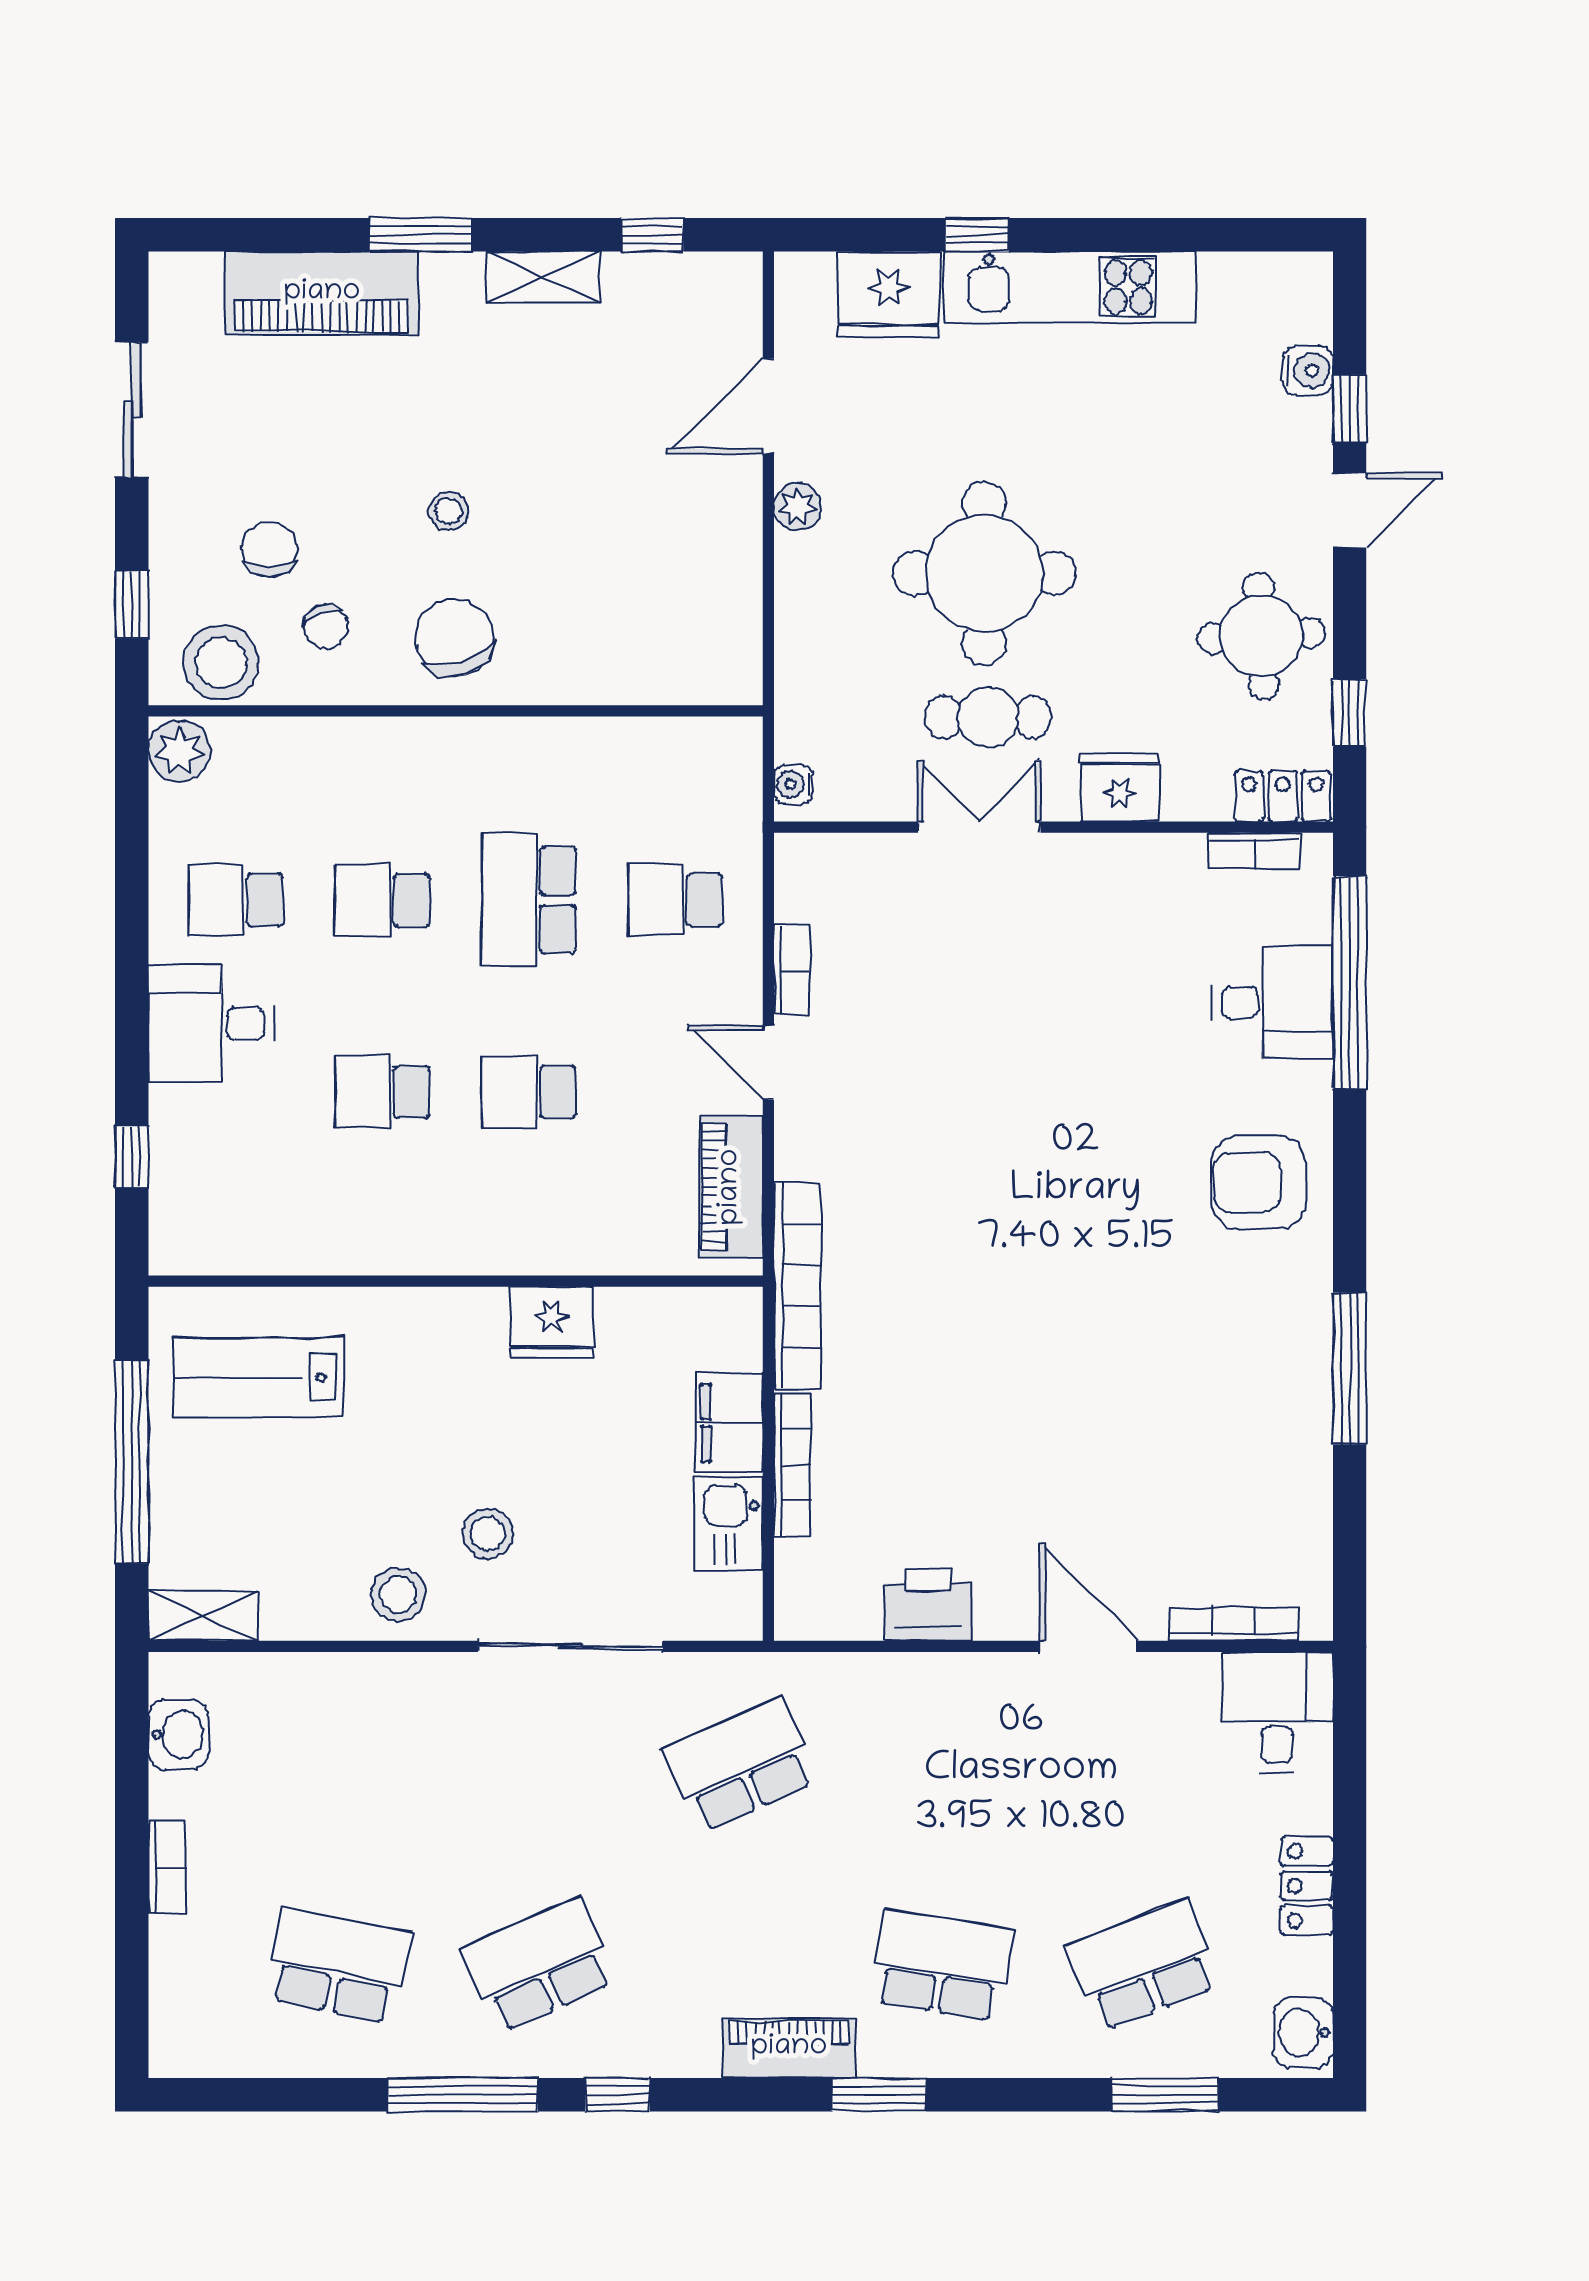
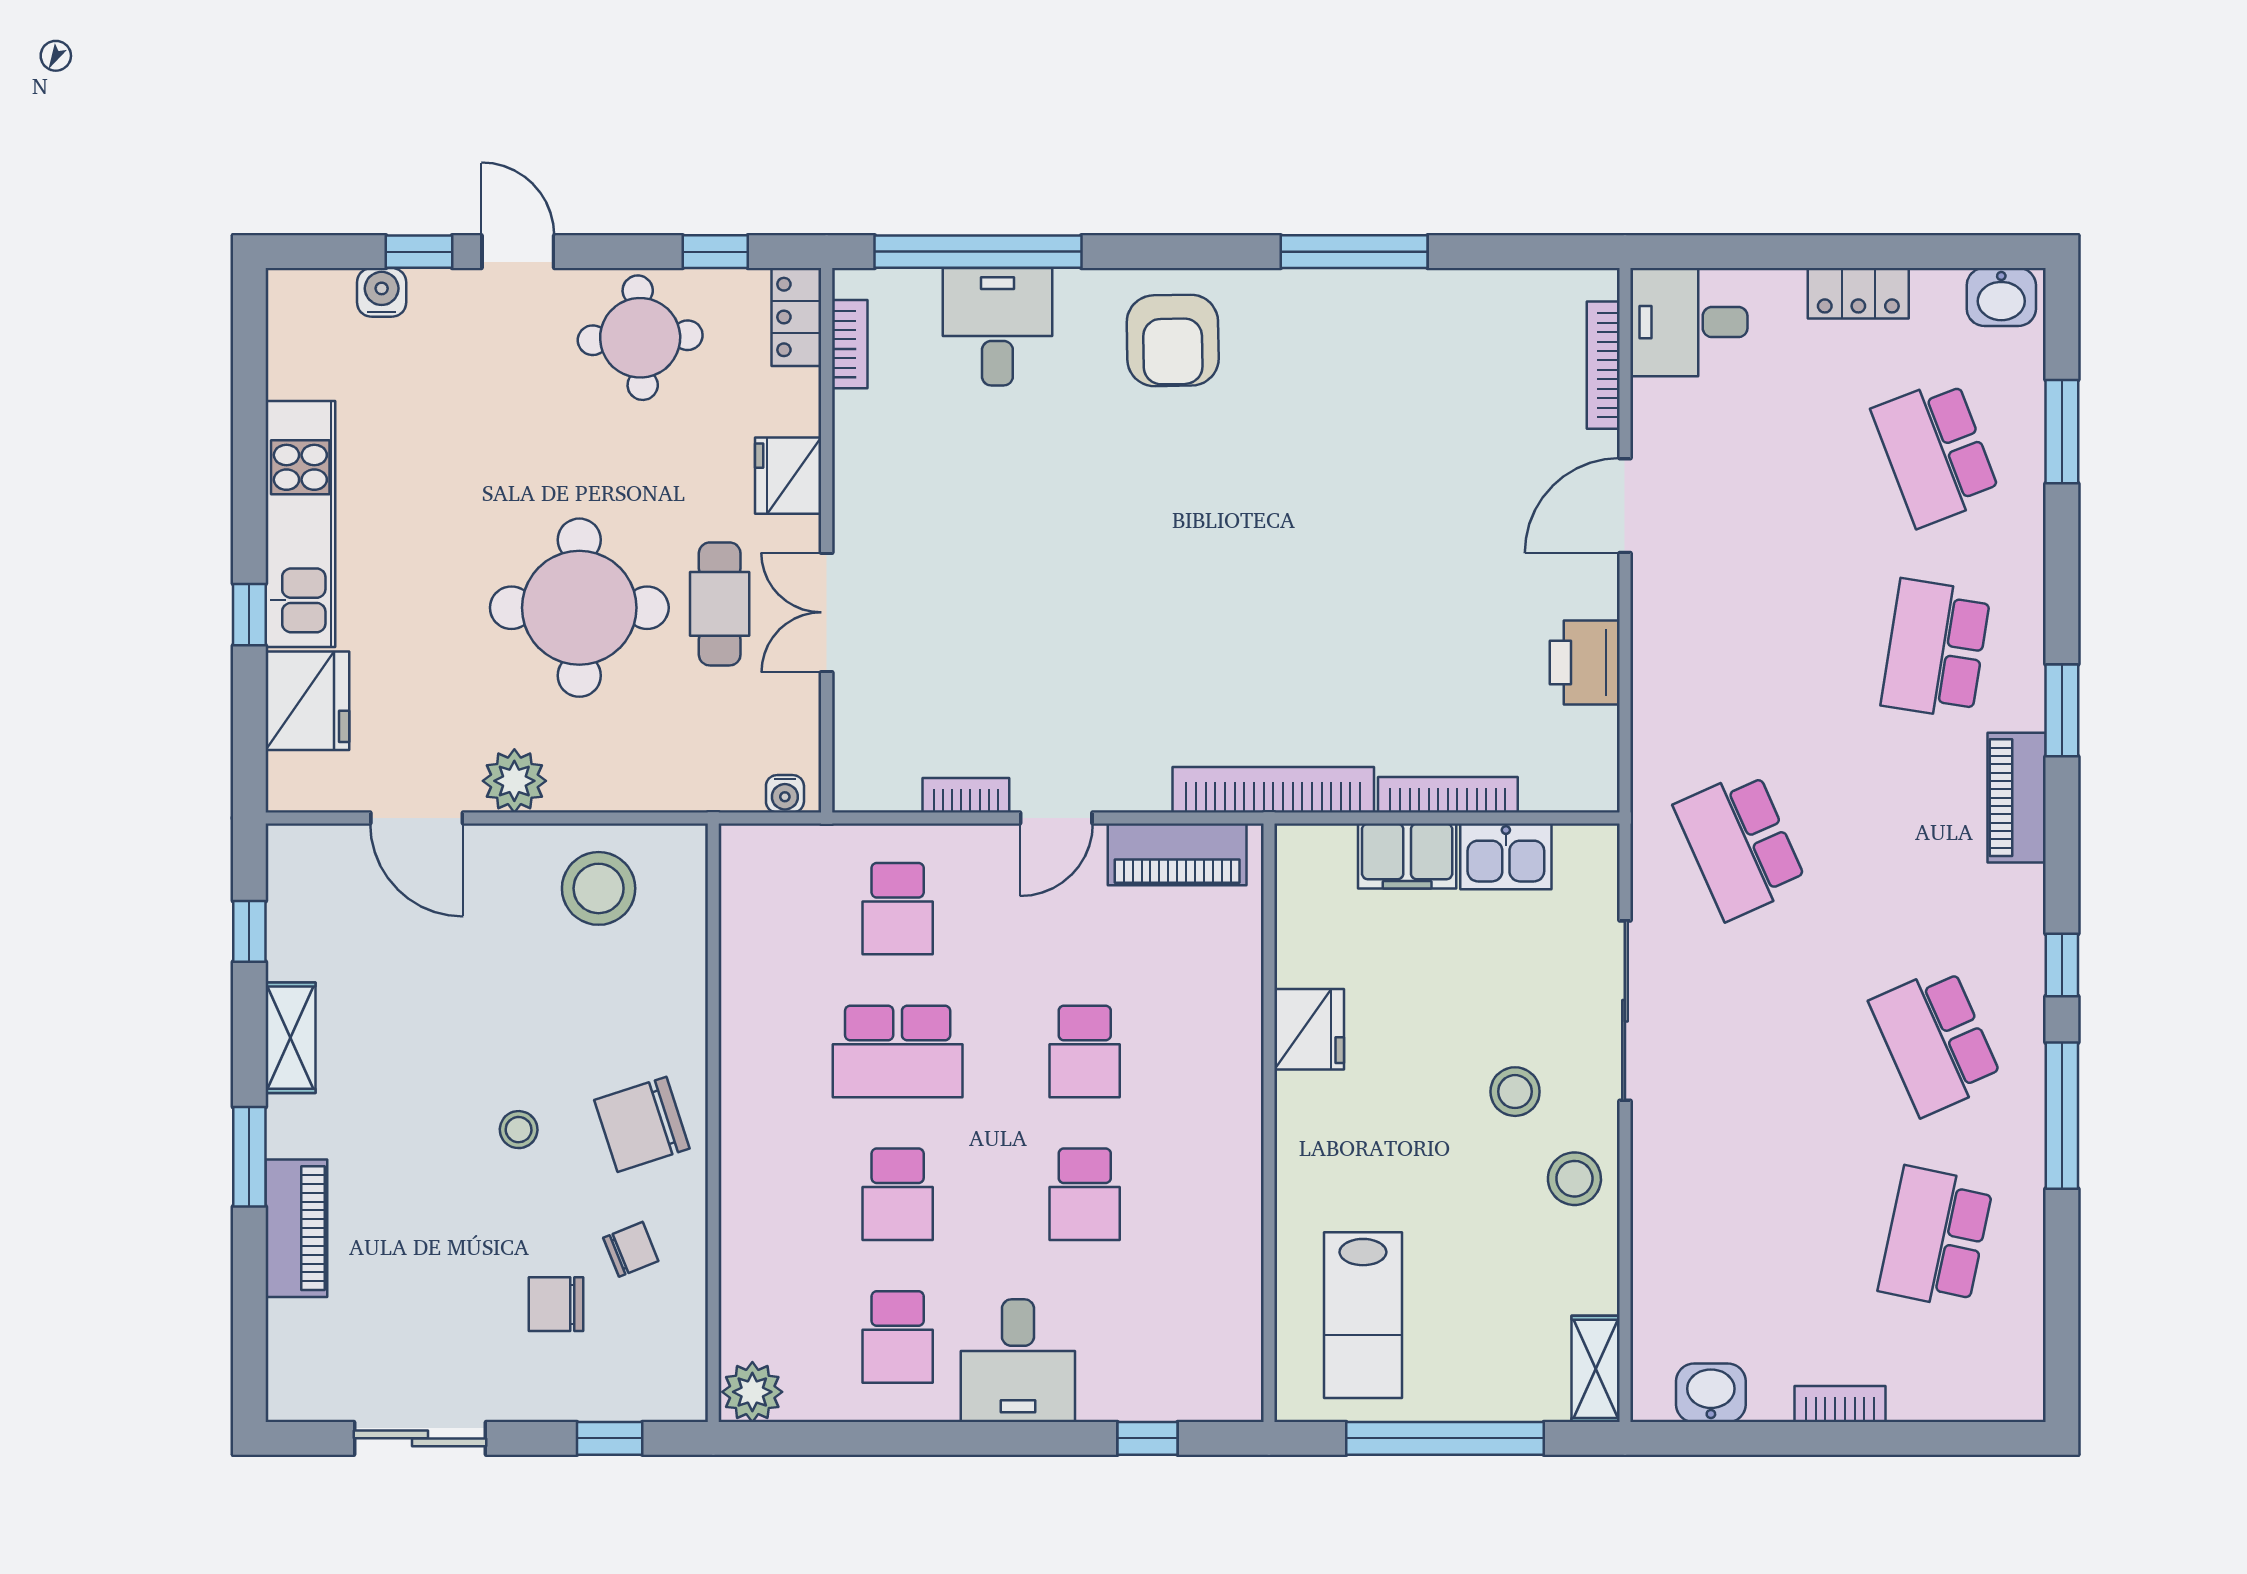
piano: (322, 293) -> (296, 1228), width x0.73, depth x0.75
plant: (798, 507) -> (514, 781), width x1.38, depth x1.38
stool: (221, 663) -> (599, 888), moved

